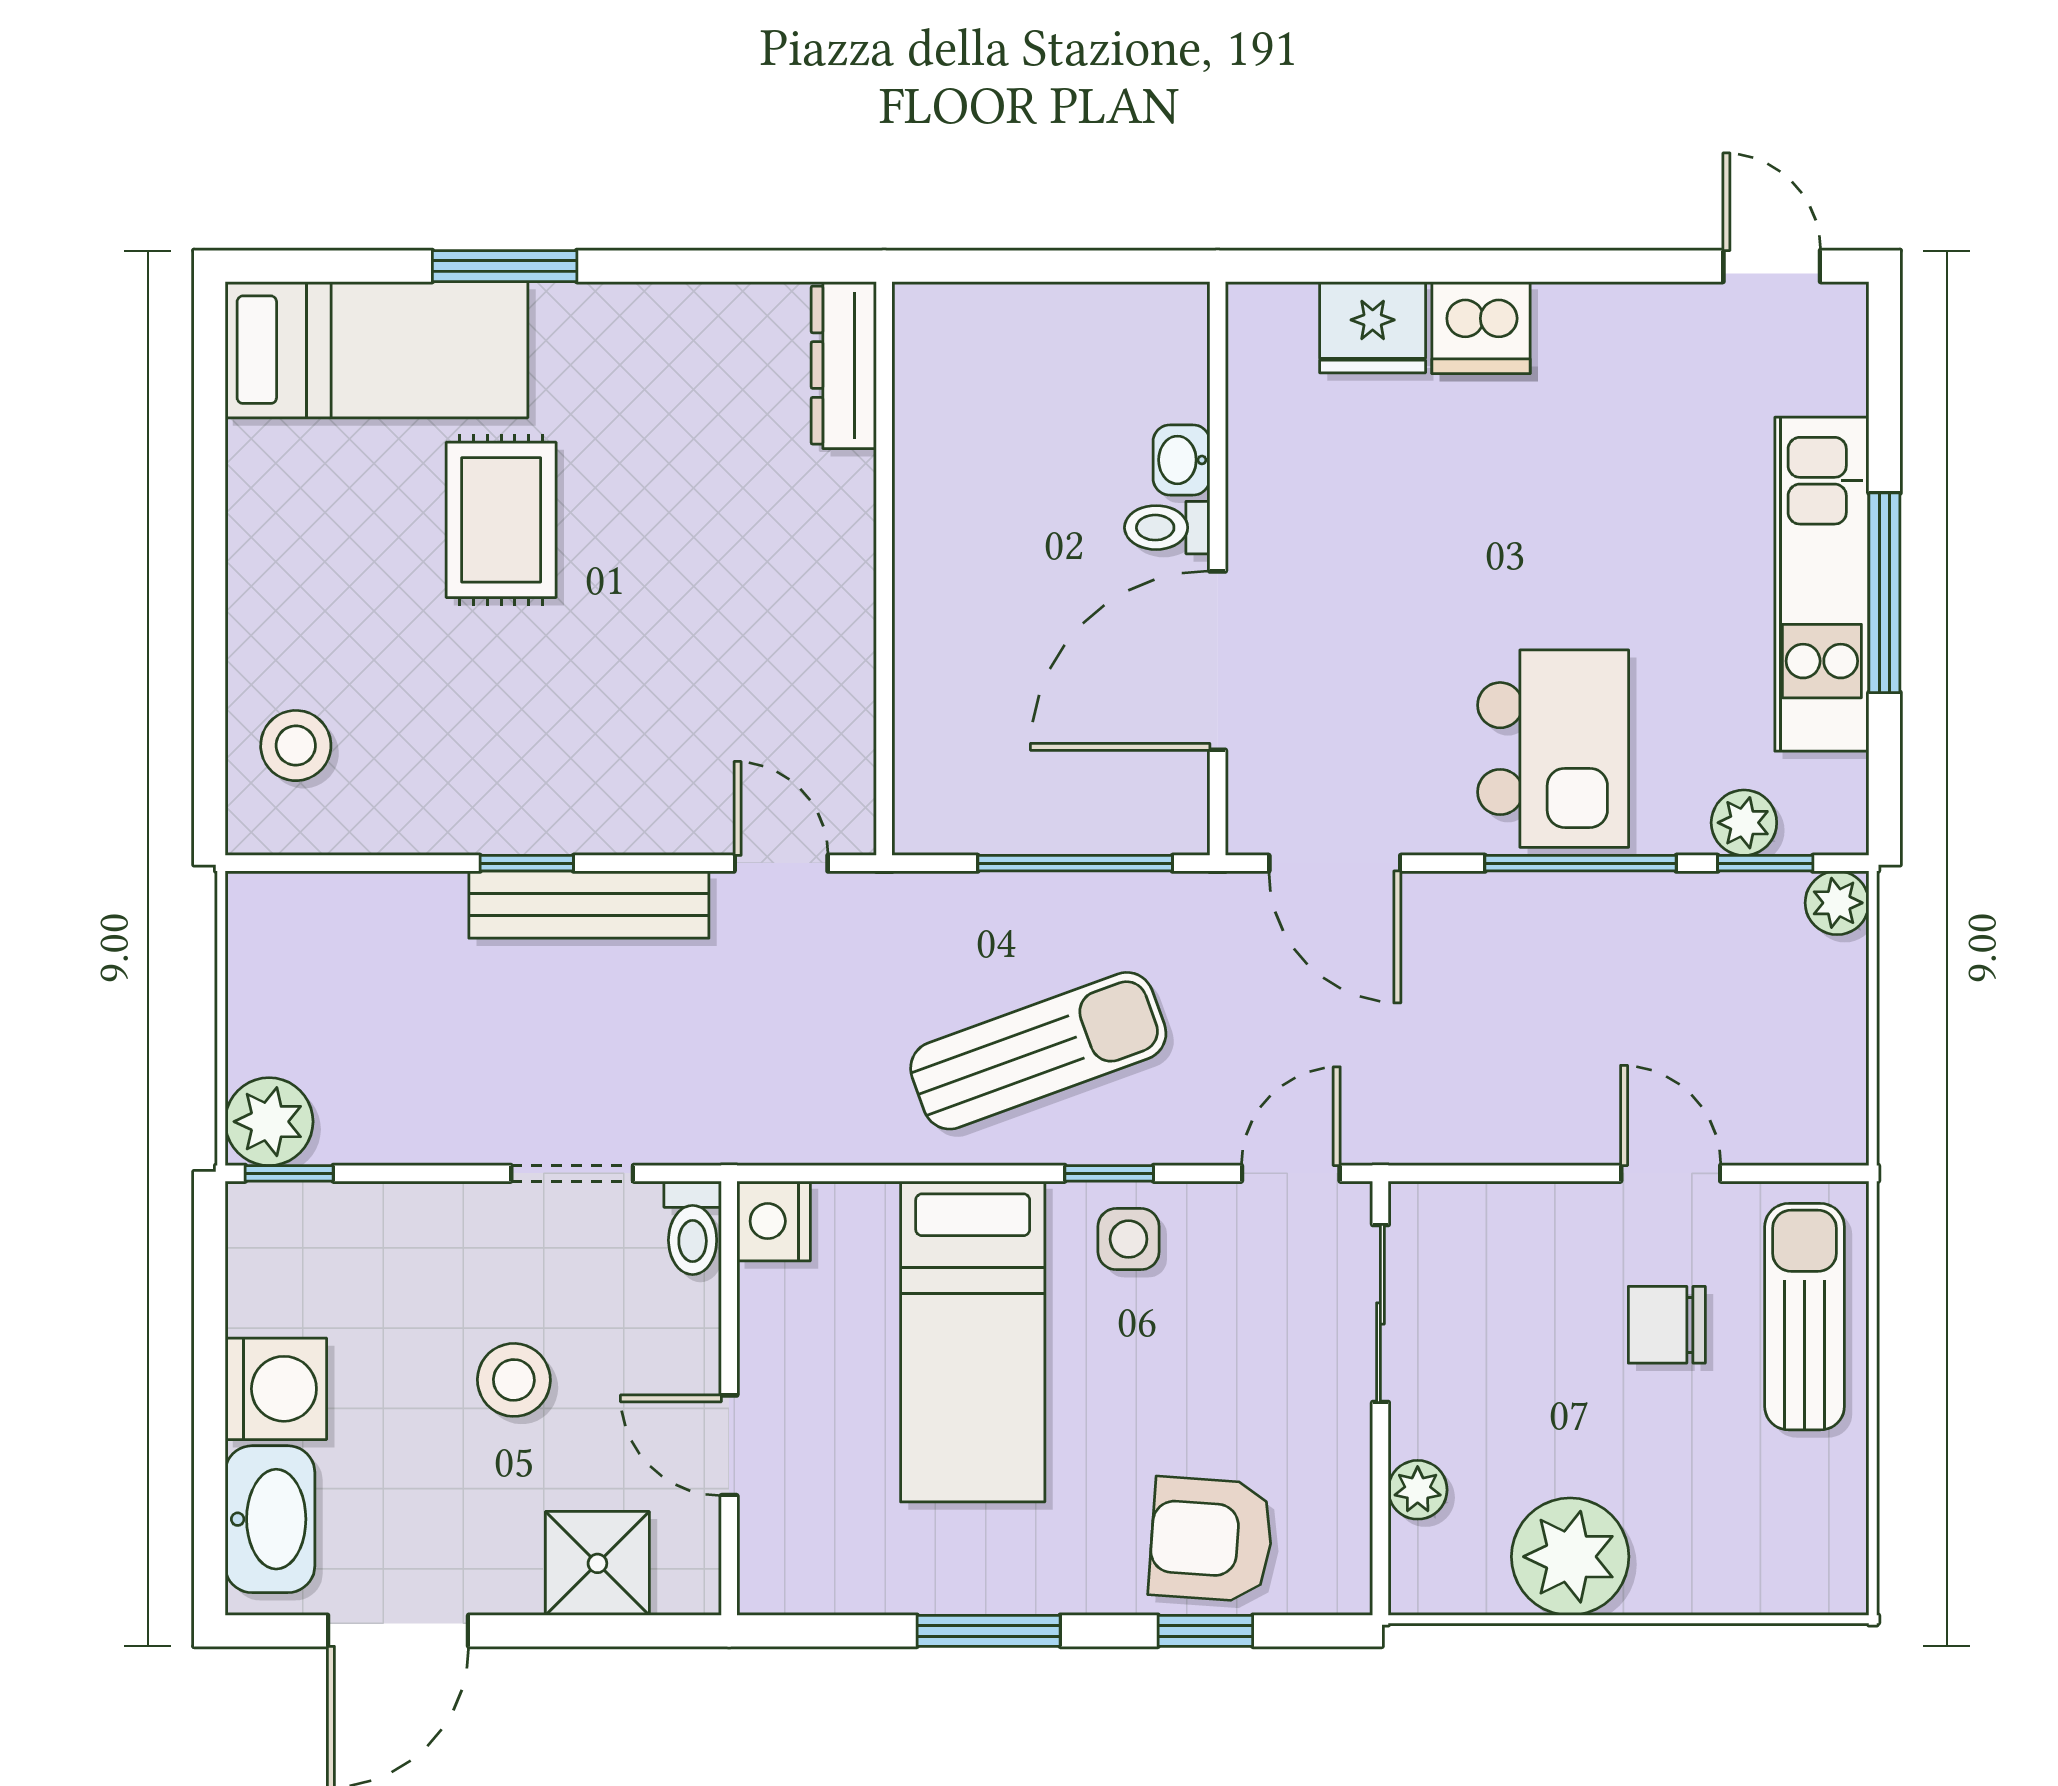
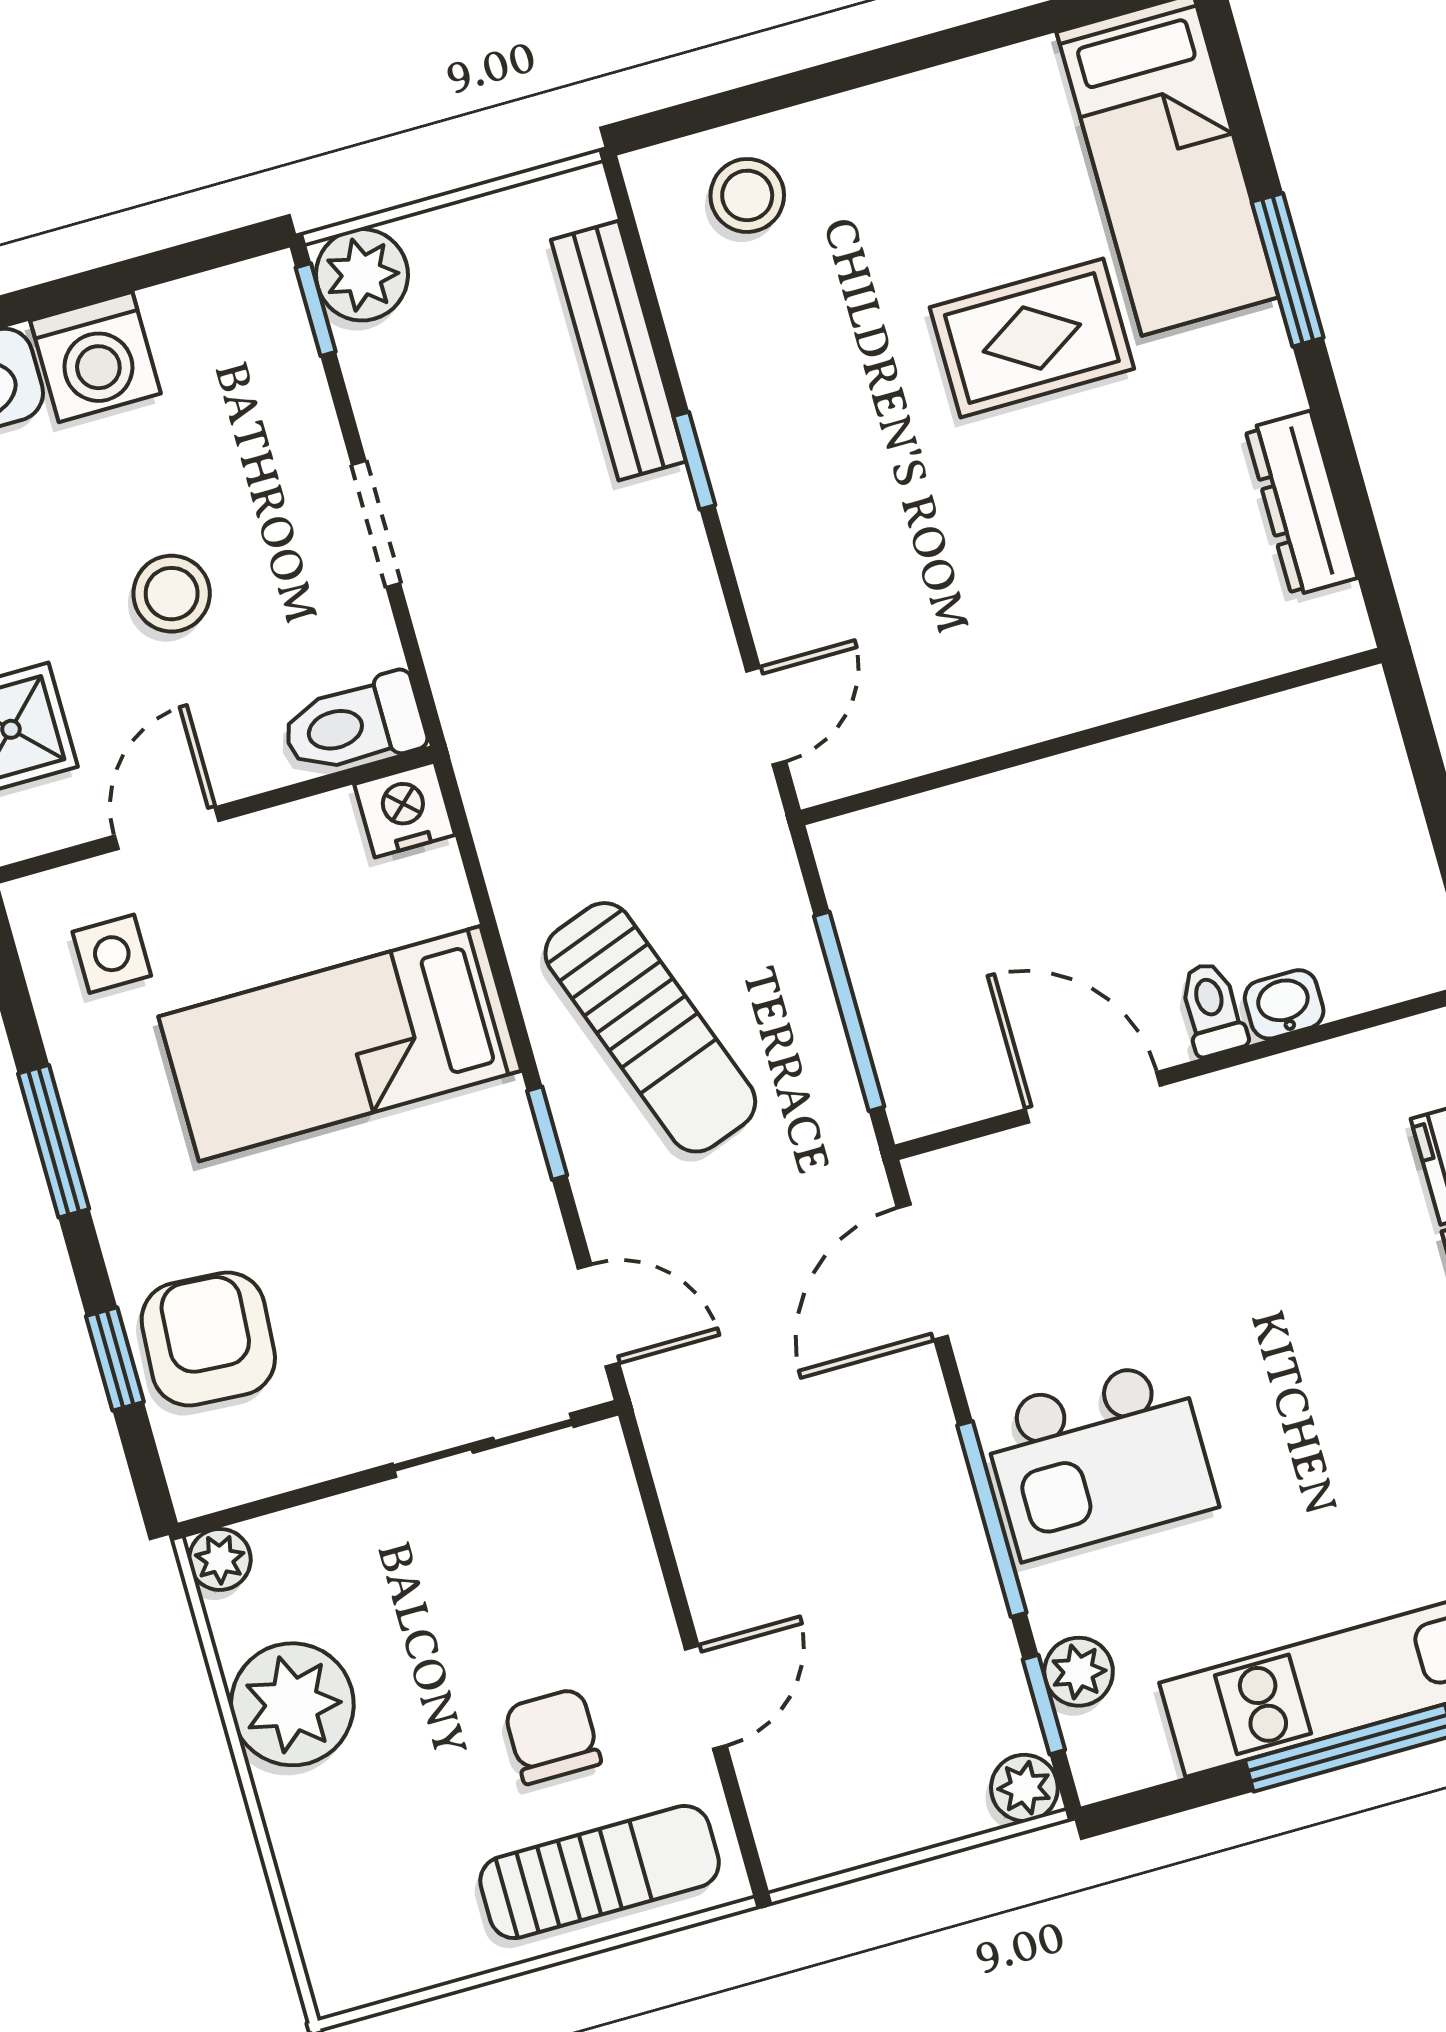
dresser: (844, 365) -> (1301, 503), moved, turned -90
door: (1218, 661) -> (1093, 1097), width x0.73
bench: (589, 905) -> (619, 351), moved
doorway: (572, 1173) -> (376, 524), moved
toilet: (693, 1228) -> (354, 725), width x1.37, depth x1.39
side table: (1129, 1239) -> (112, 954), moved
plant: (1418, 1490) -> (220, 1559), moved

